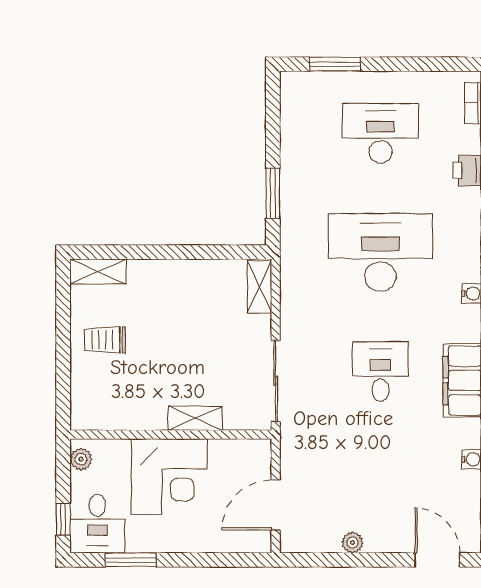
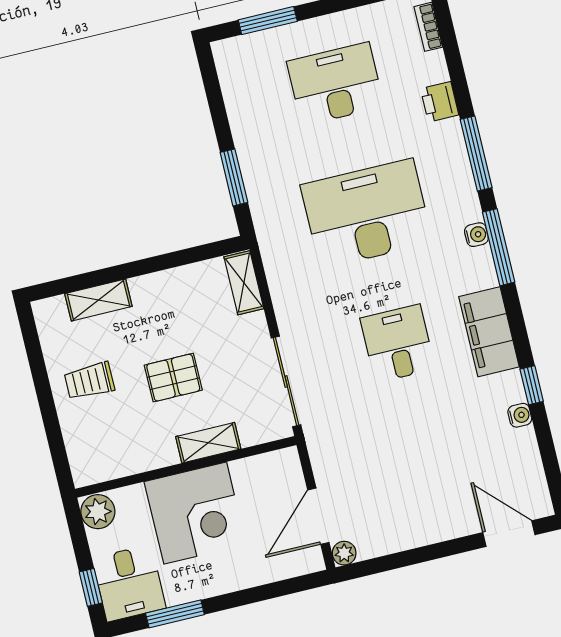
shelving: (98, 271) -> (98, 300), moved
pallet: (179, 354) -> (173, 378), added
plant: (81, 459) -> (98, 512), width x1.38, depth x1.38
plant: (352, 542) -> (344, 553), moved

